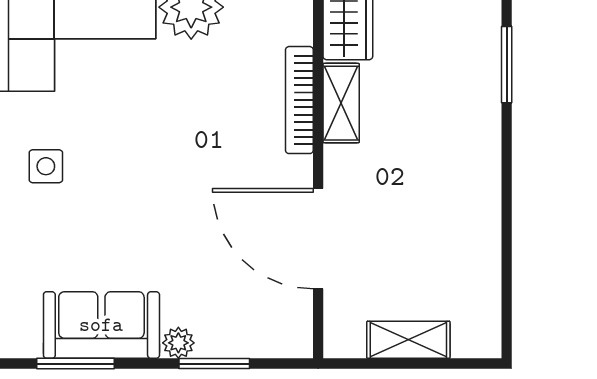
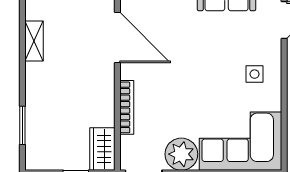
shelving: (341, 103) -> (34, 41), moved

